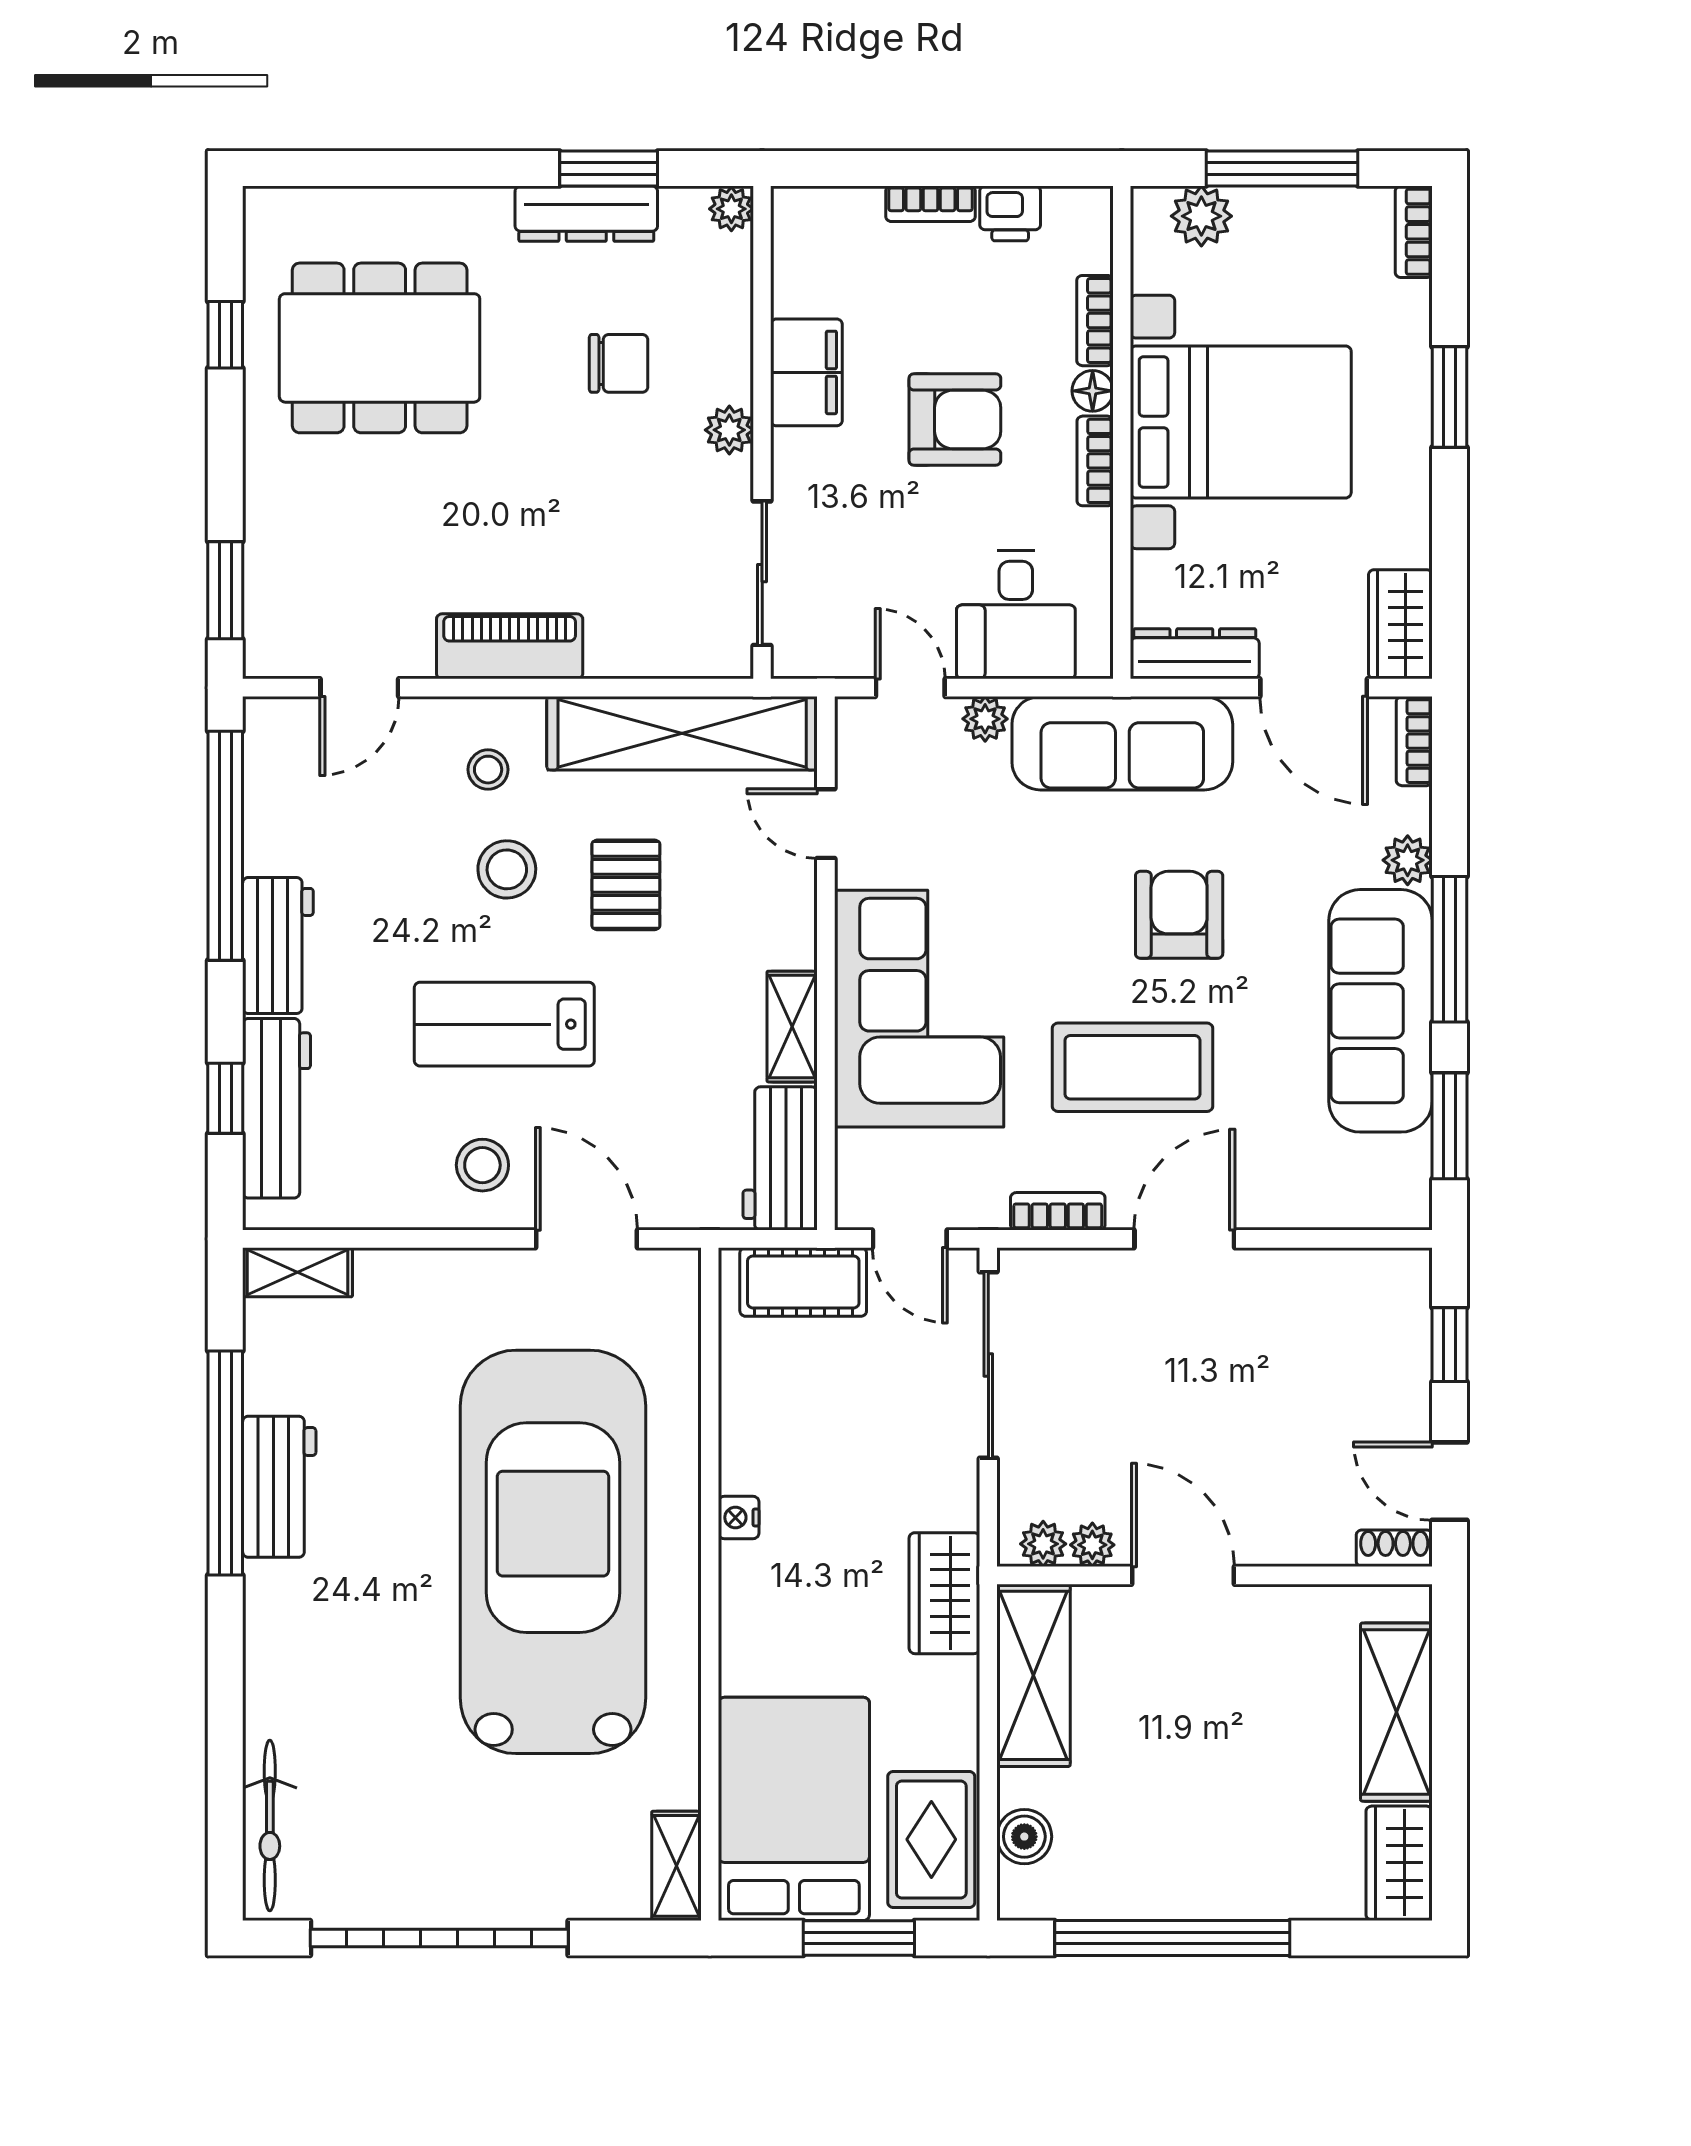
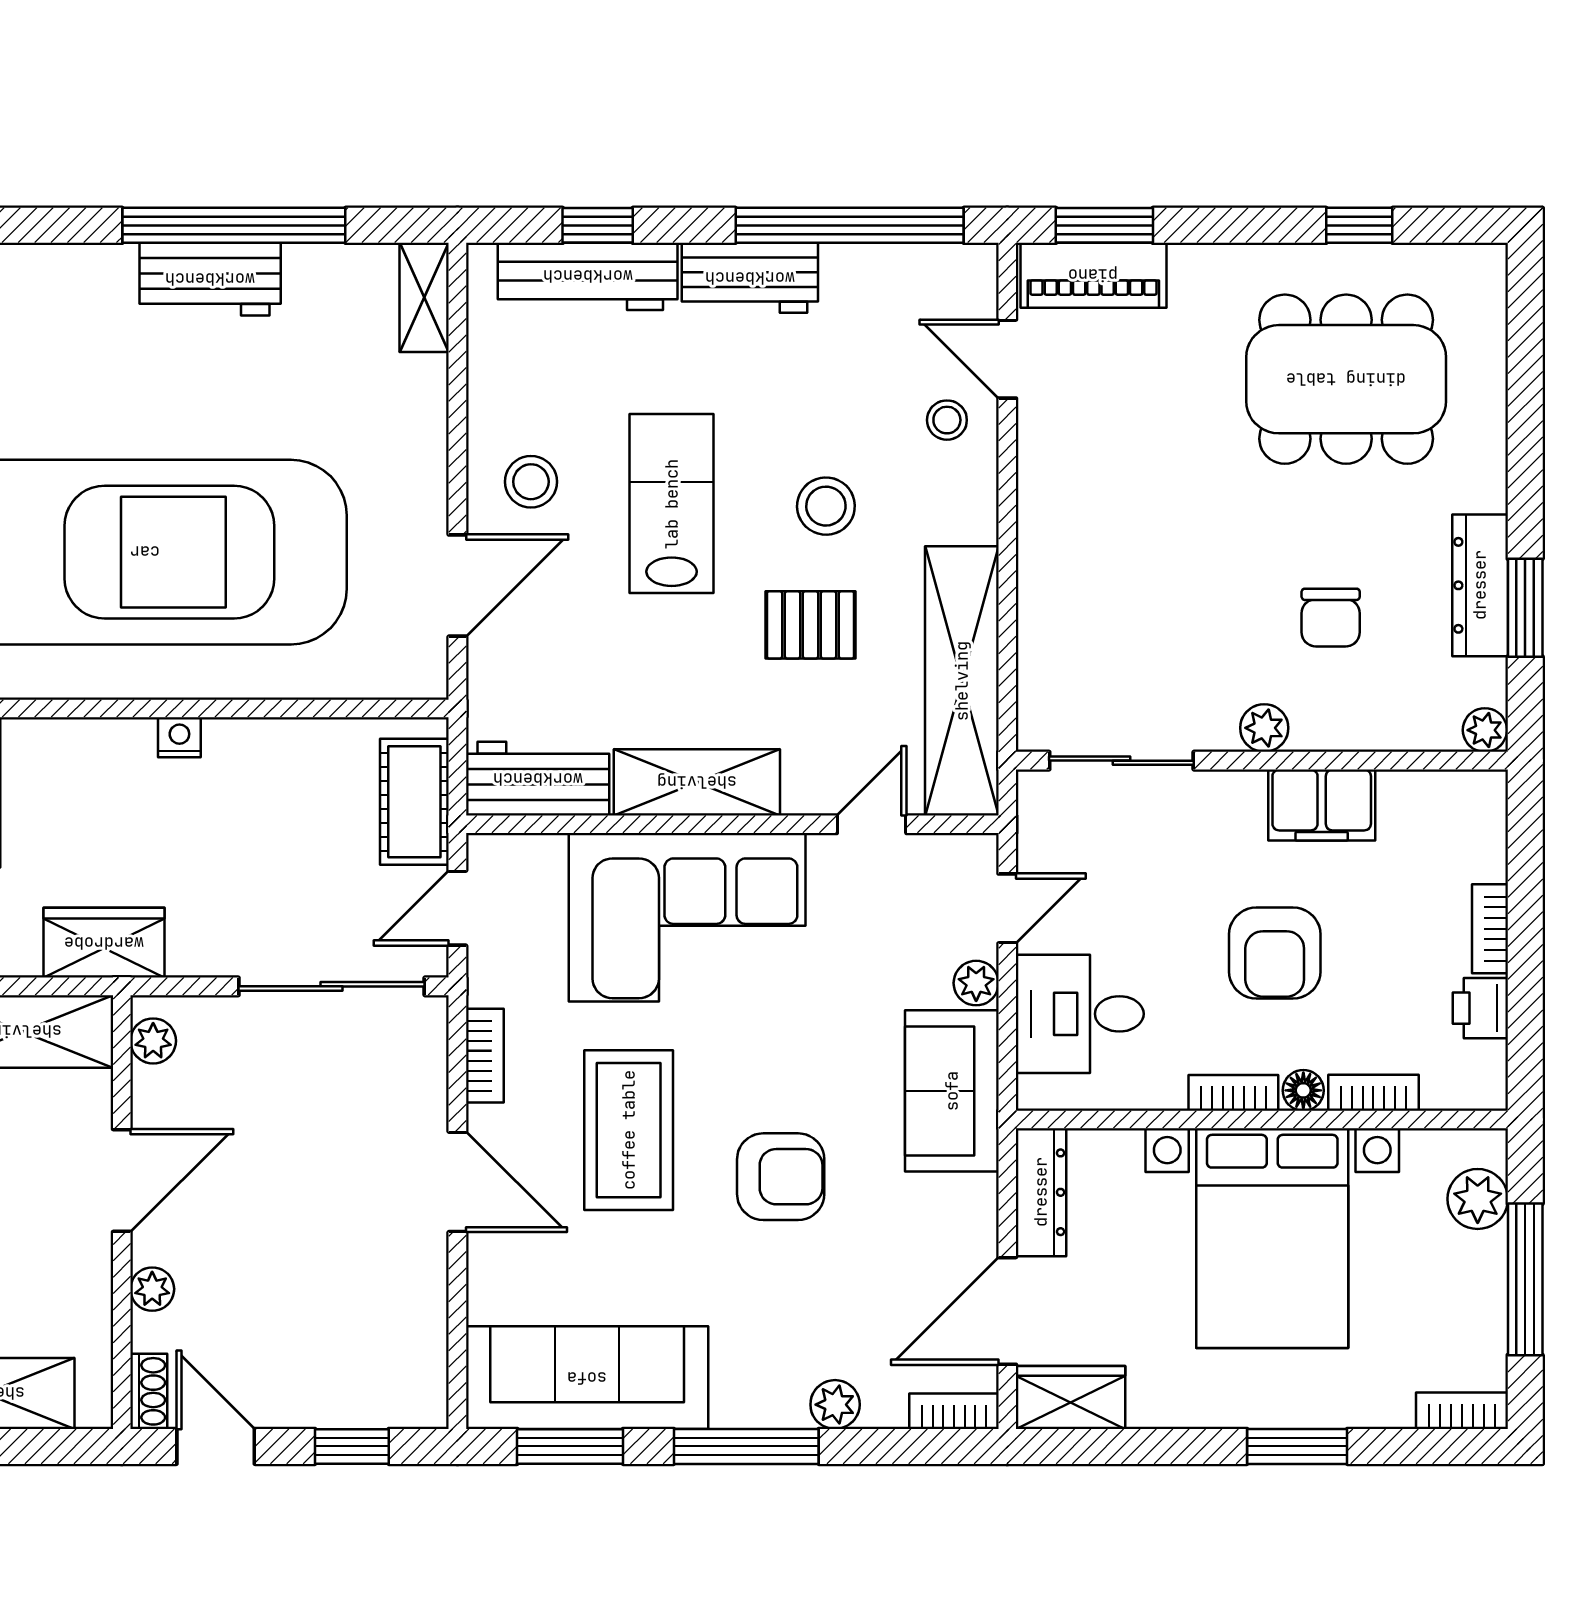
dining table: (380, 348) -> (1346, 379), turned 90
piano: (510, 646) -> (1093, 275), moved, turned 90
sofa: (1122, 743) -> (952, 1091), width x0.73
stool: (488, 770) -> (947, 420), moved
sofa: (1381, 1011) -> (587, 1378), moved
shelving: (792, 1027) -> (697, 782), width x1.50, depth x1.33
door: (1450, 1481) -> (216, 1446), hinge flipped
plant: (1092, 1545) -> (152, 1289), moved

